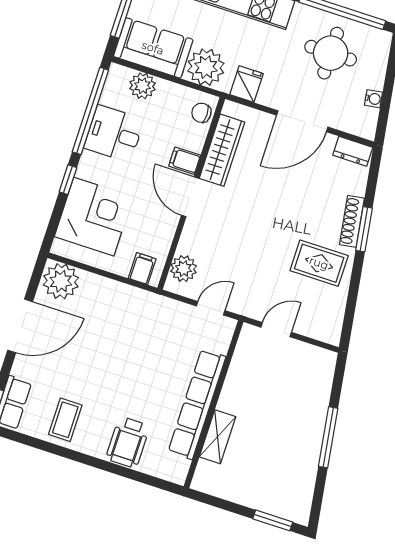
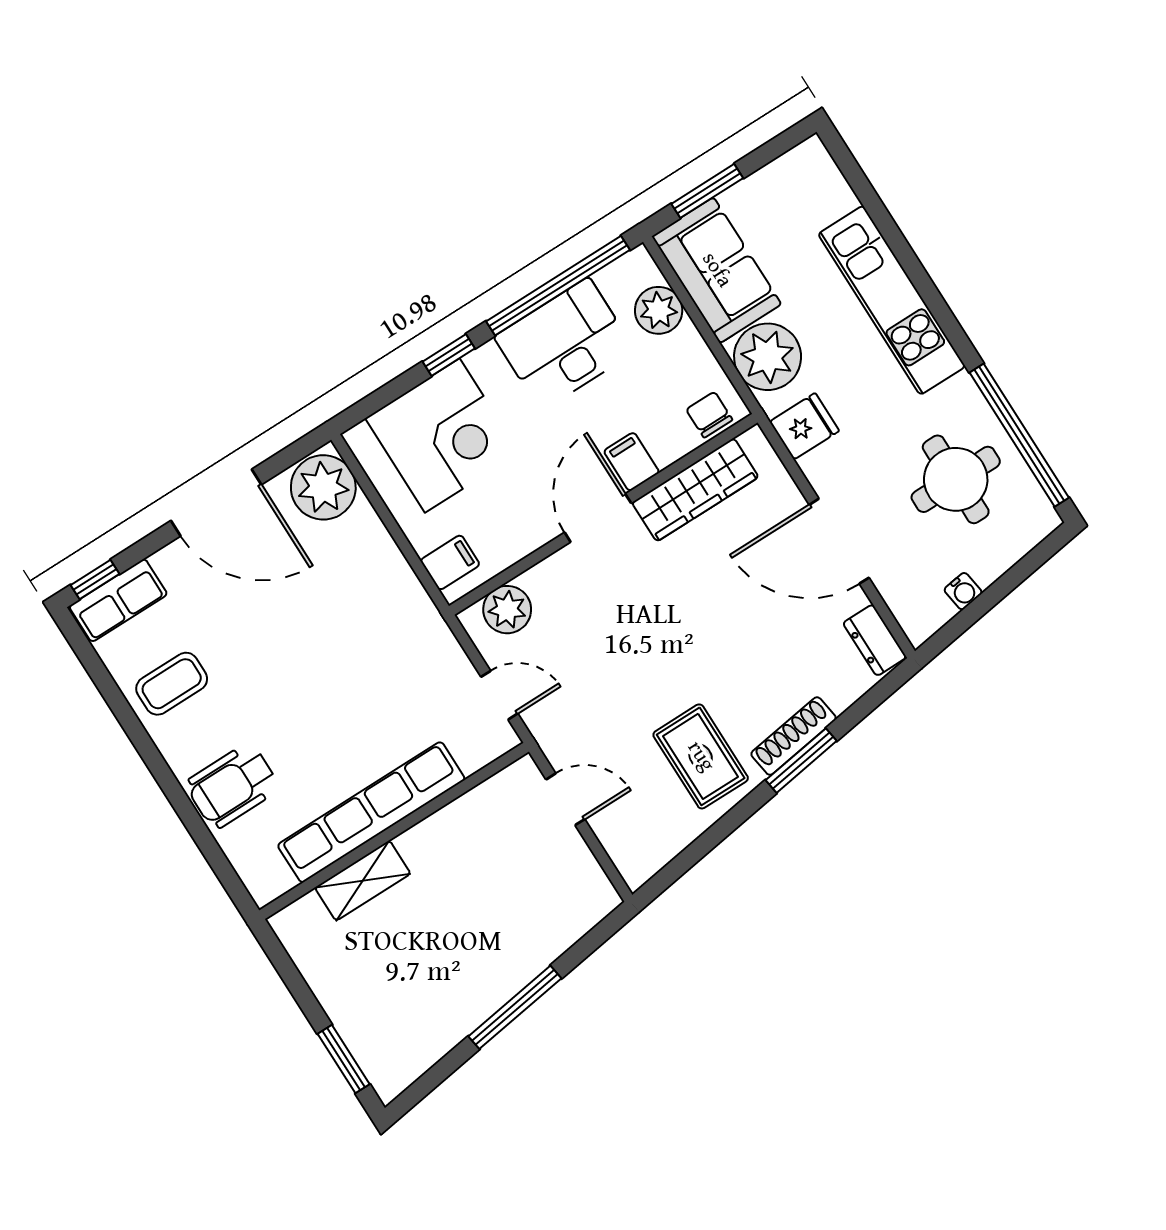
desk: (114, 134) -> (565, 344), width x1.37

